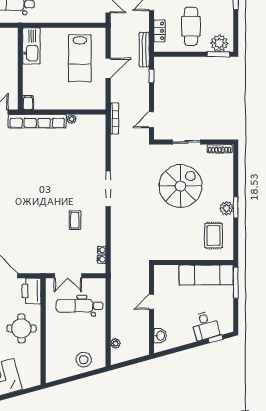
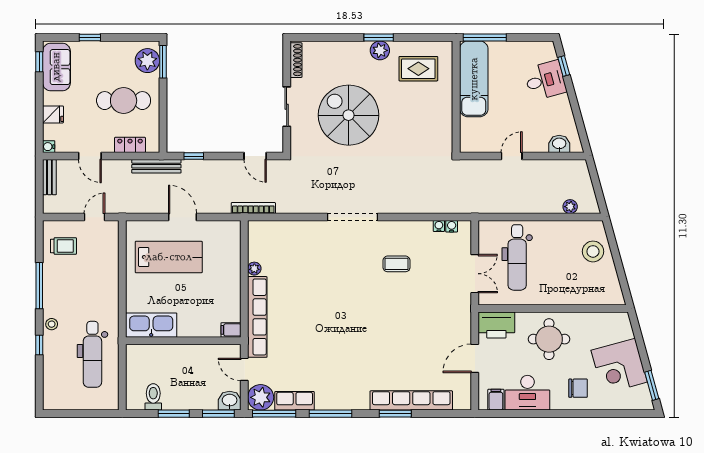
door: (151, 302) -> (512, 156), swing flipped

